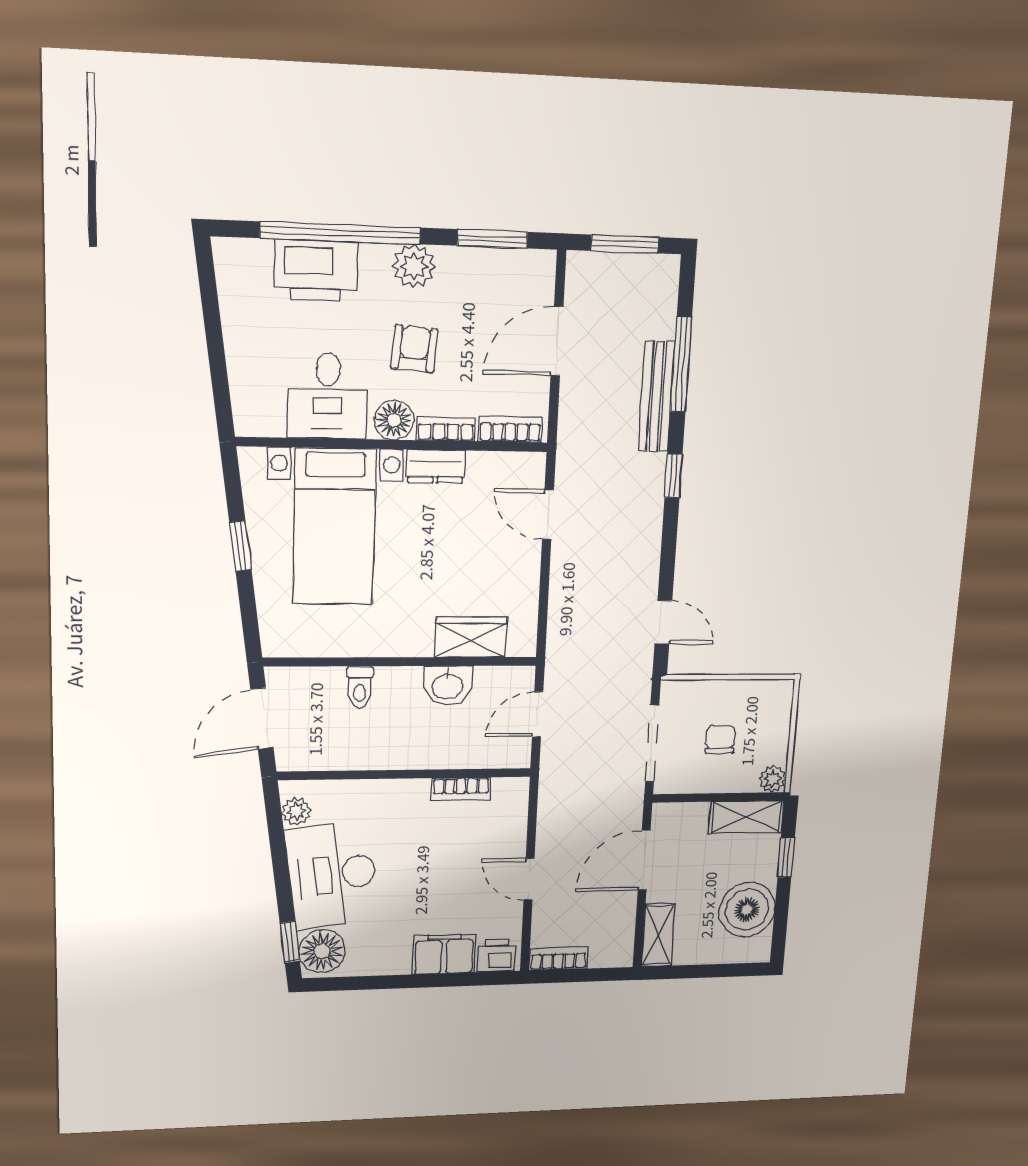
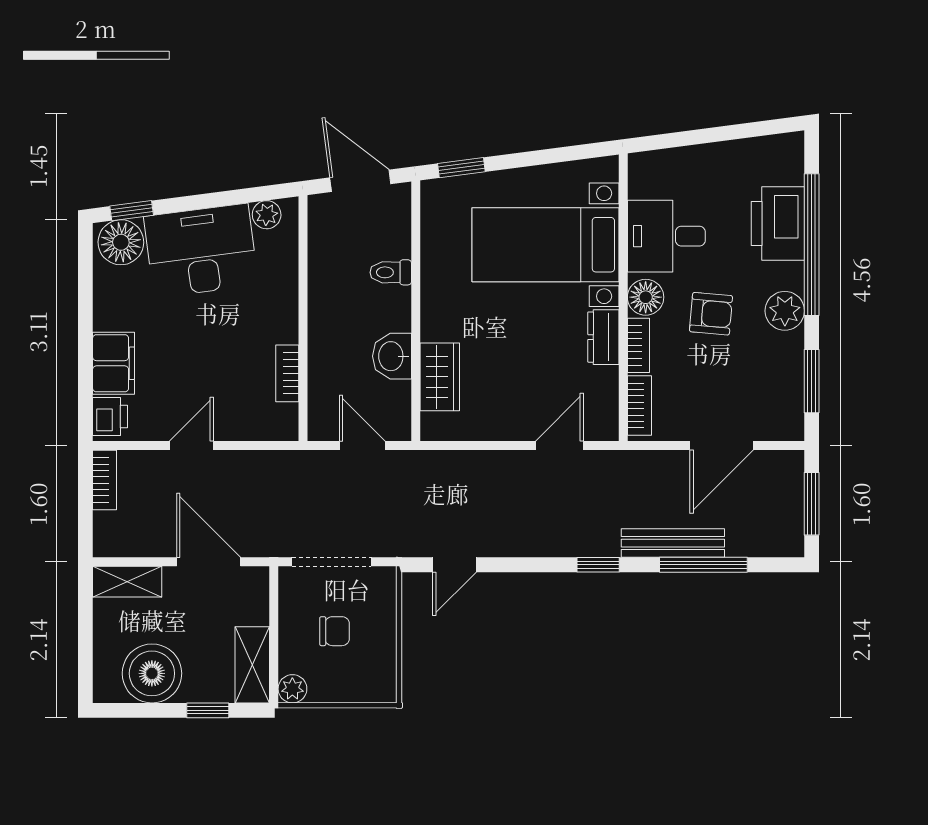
door: (557, 341) -> (722, 445), swing flipped
window: (240, 546) -> (461, 168), moved

